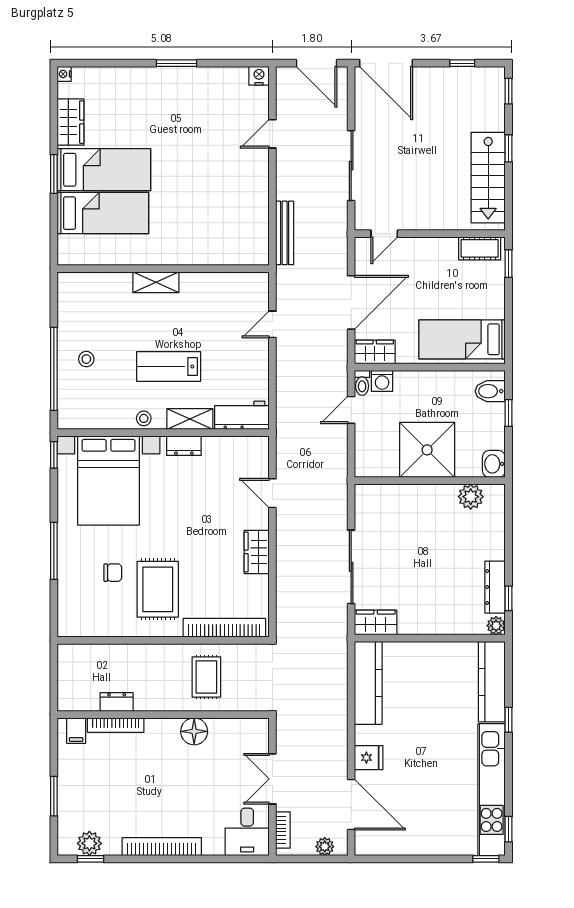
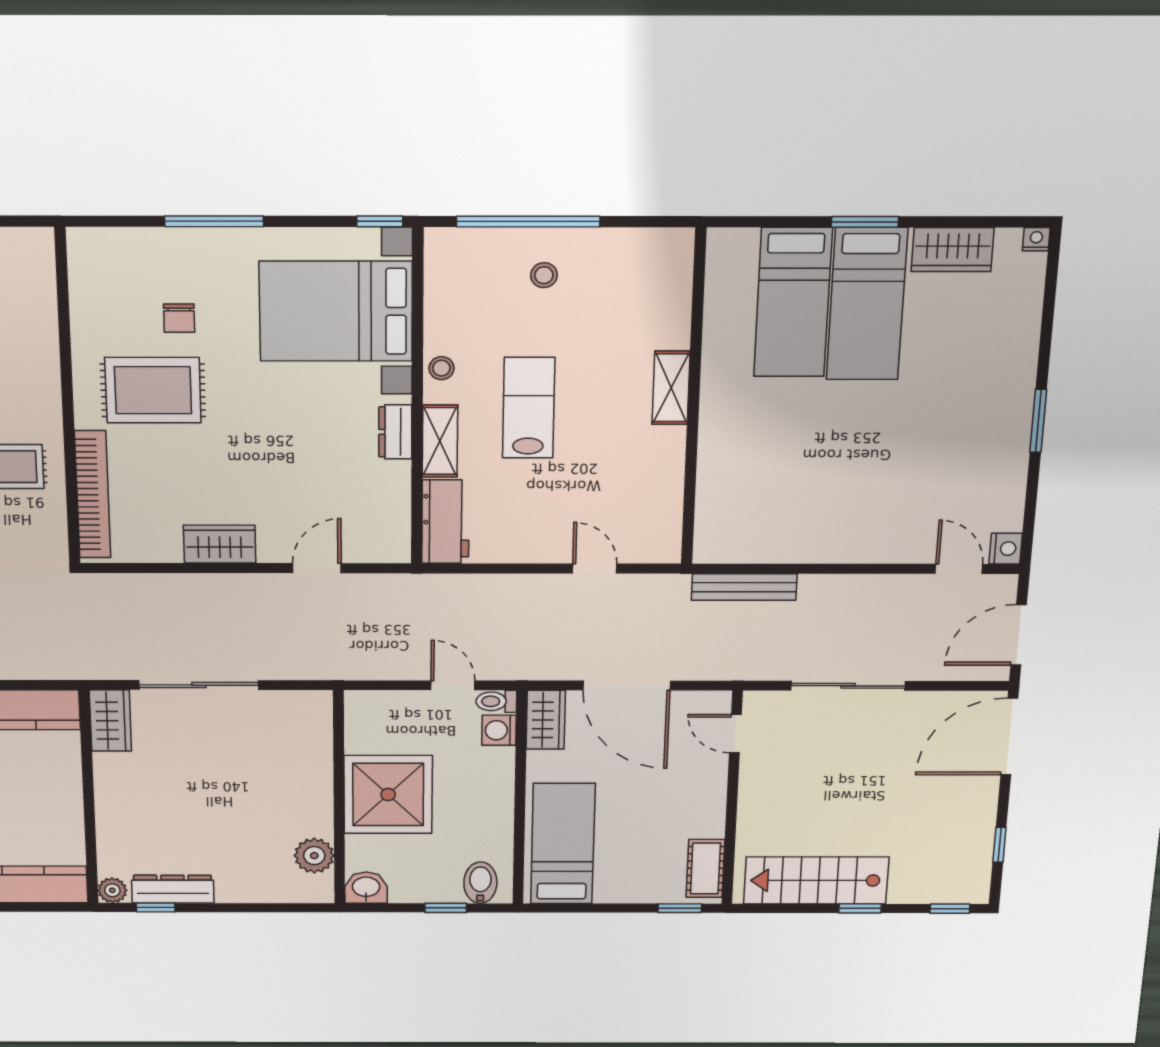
door: (272, 134) -> (959, 569), moved

